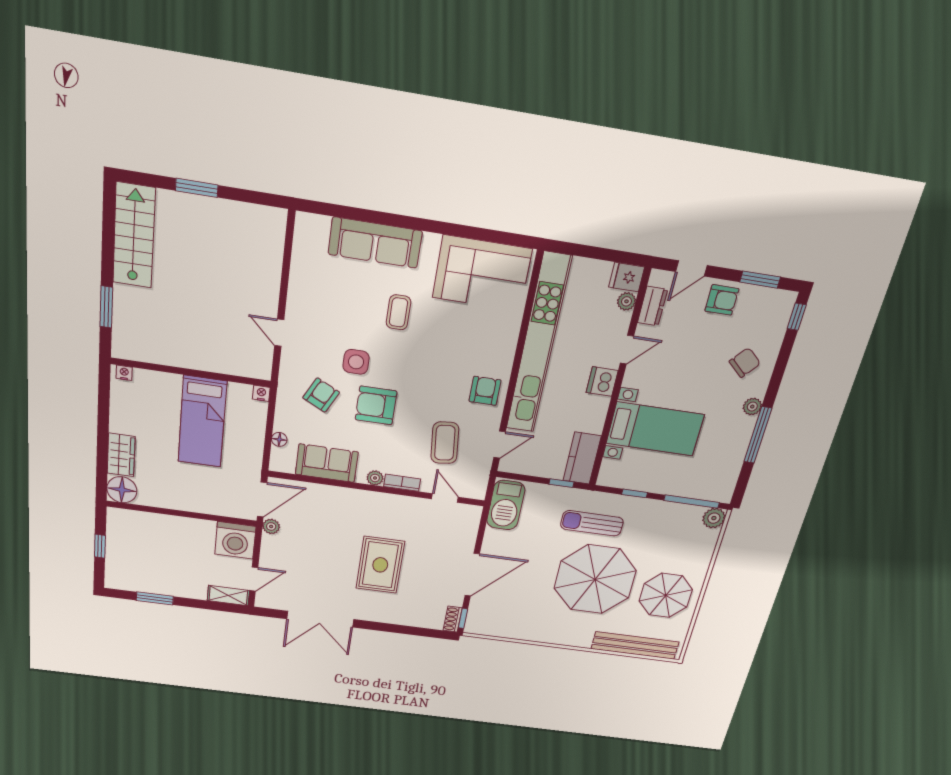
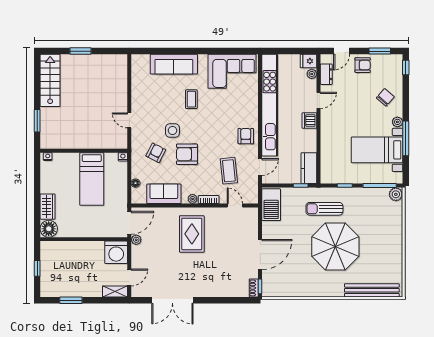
bed with nightstands: (655, 429) -> (377, 150), moved, turned 180
rug: (380, 565) -> (192, 234), moved
parasol: (666, 595) -> (381, 251), removed

